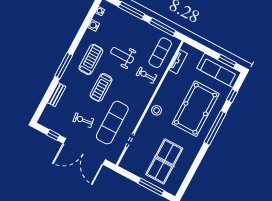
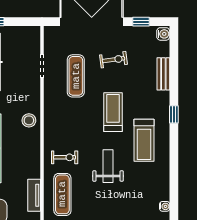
water cooler: (94, 25) -> (163, 34), moved
weight bench: (122, 55) -> (108, 166), turned -90
window: (64, 66) -> (174, 114), width x0.46
exercise mat: (112, 123) -> (76, 76), width x0.73, depth x0.69

